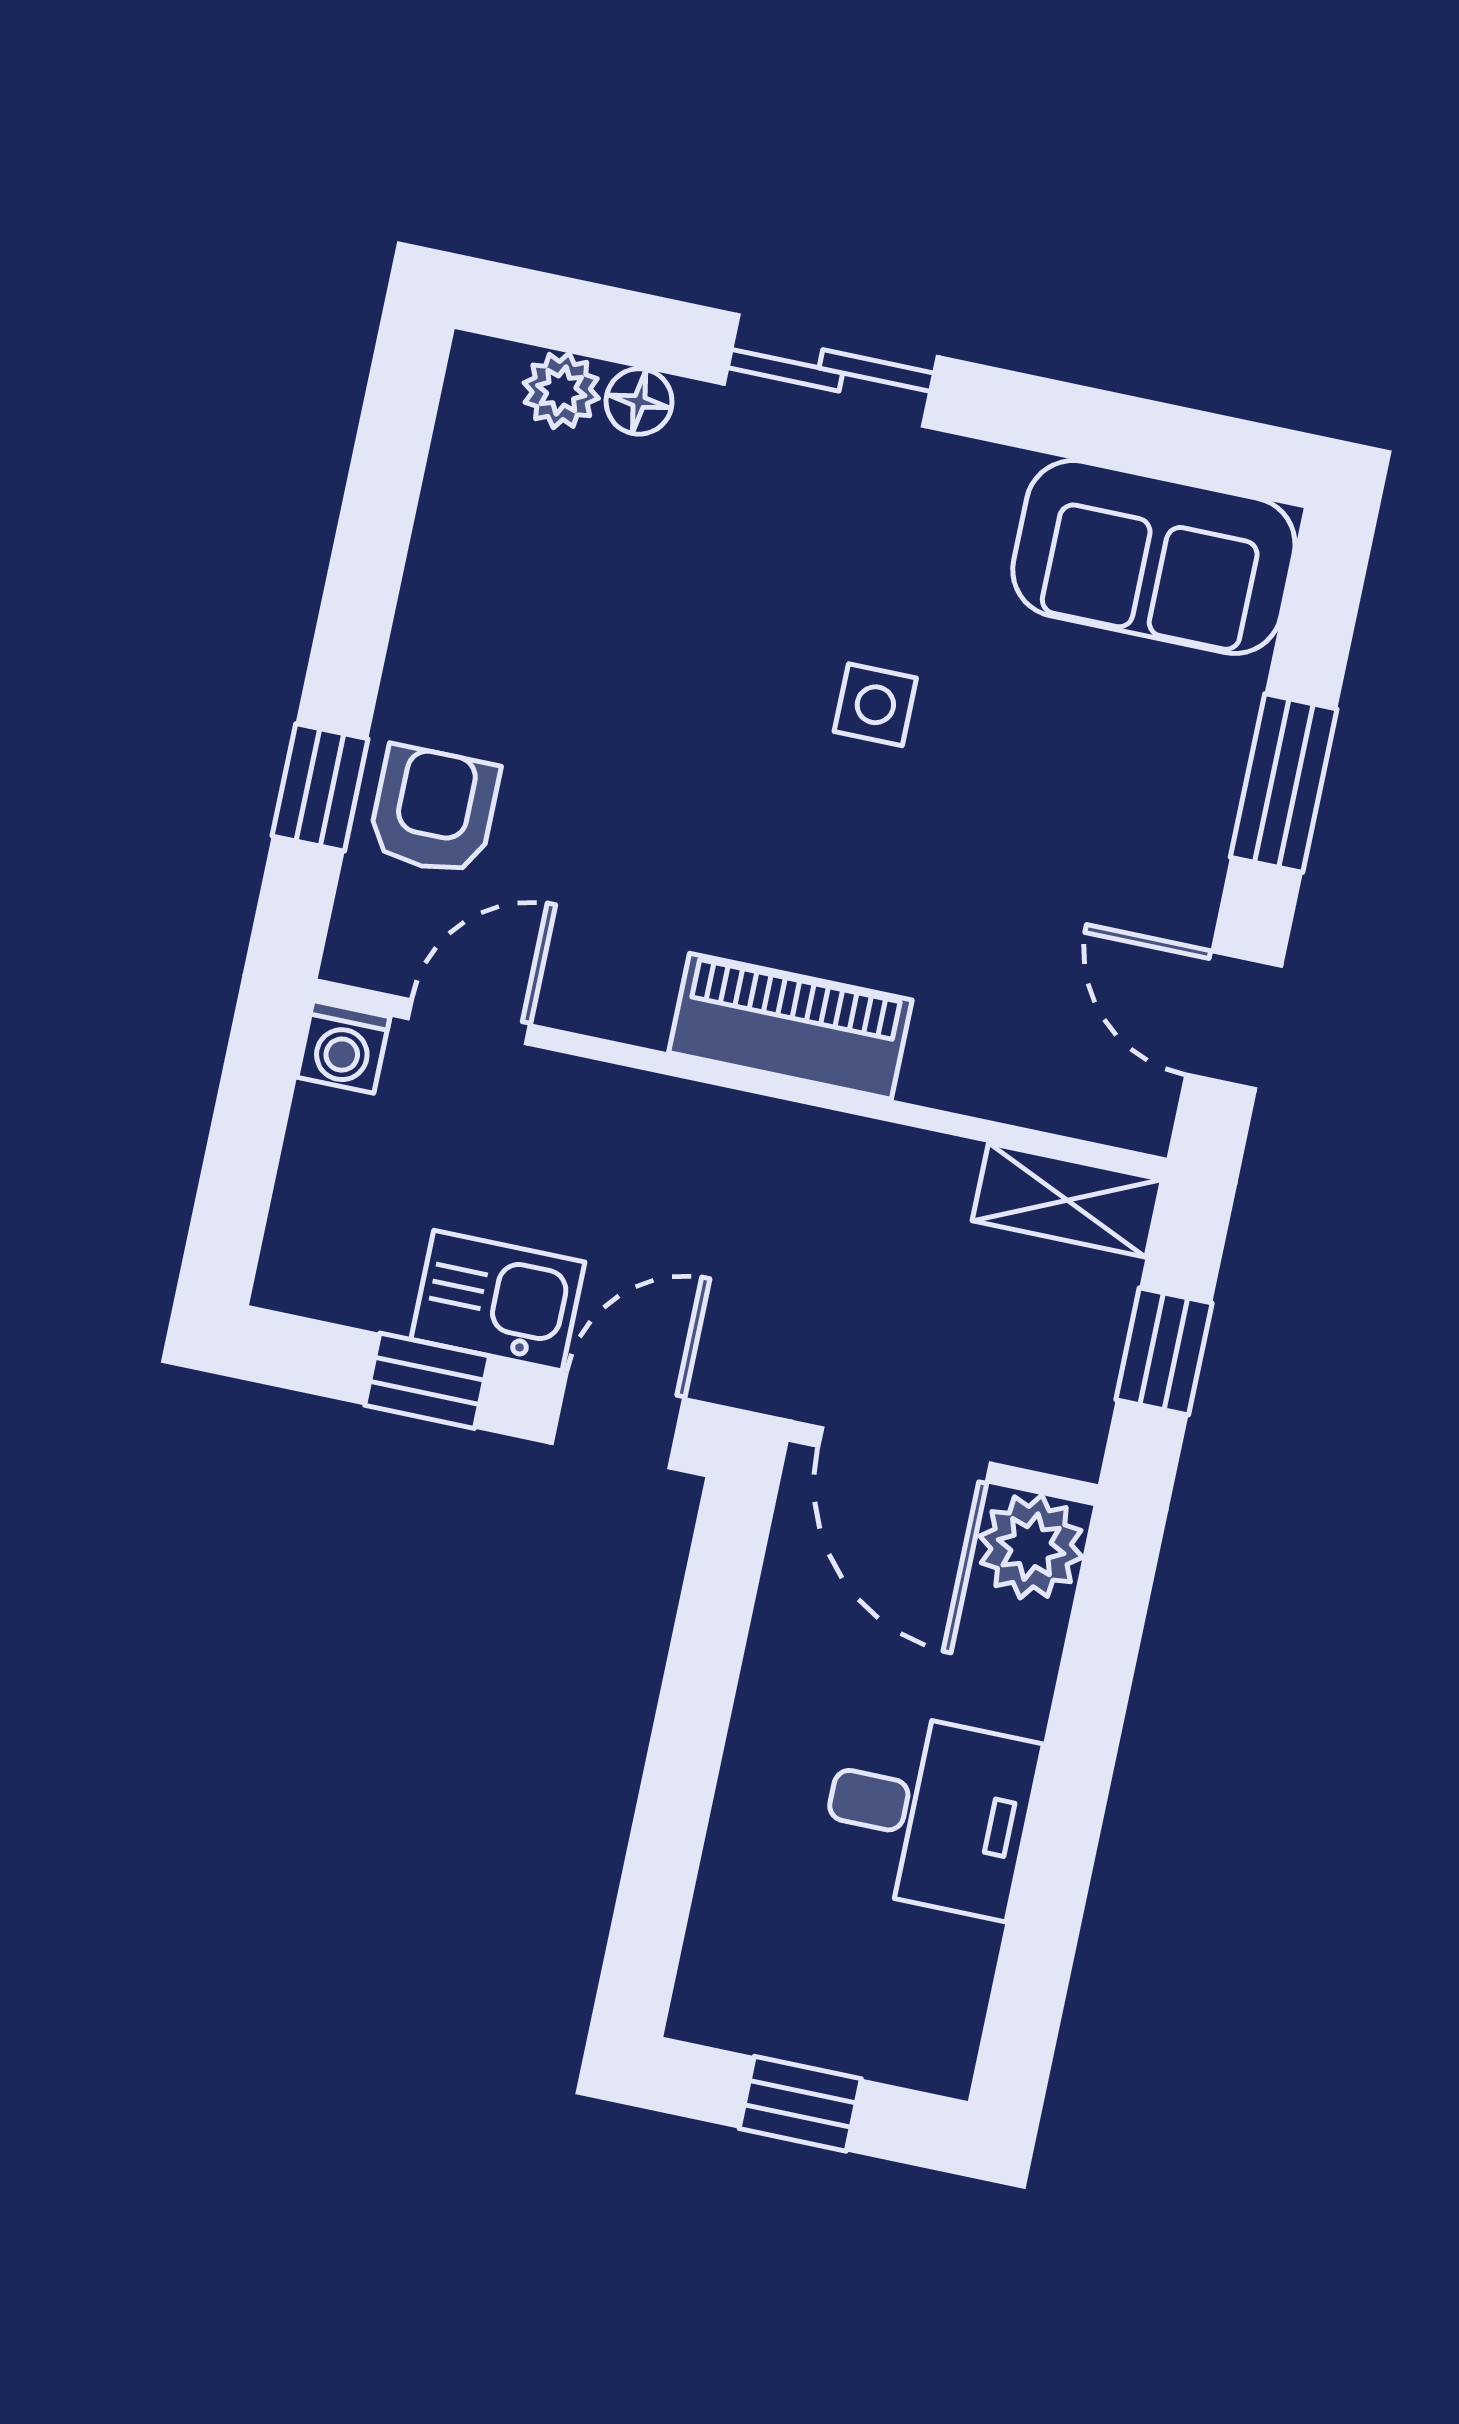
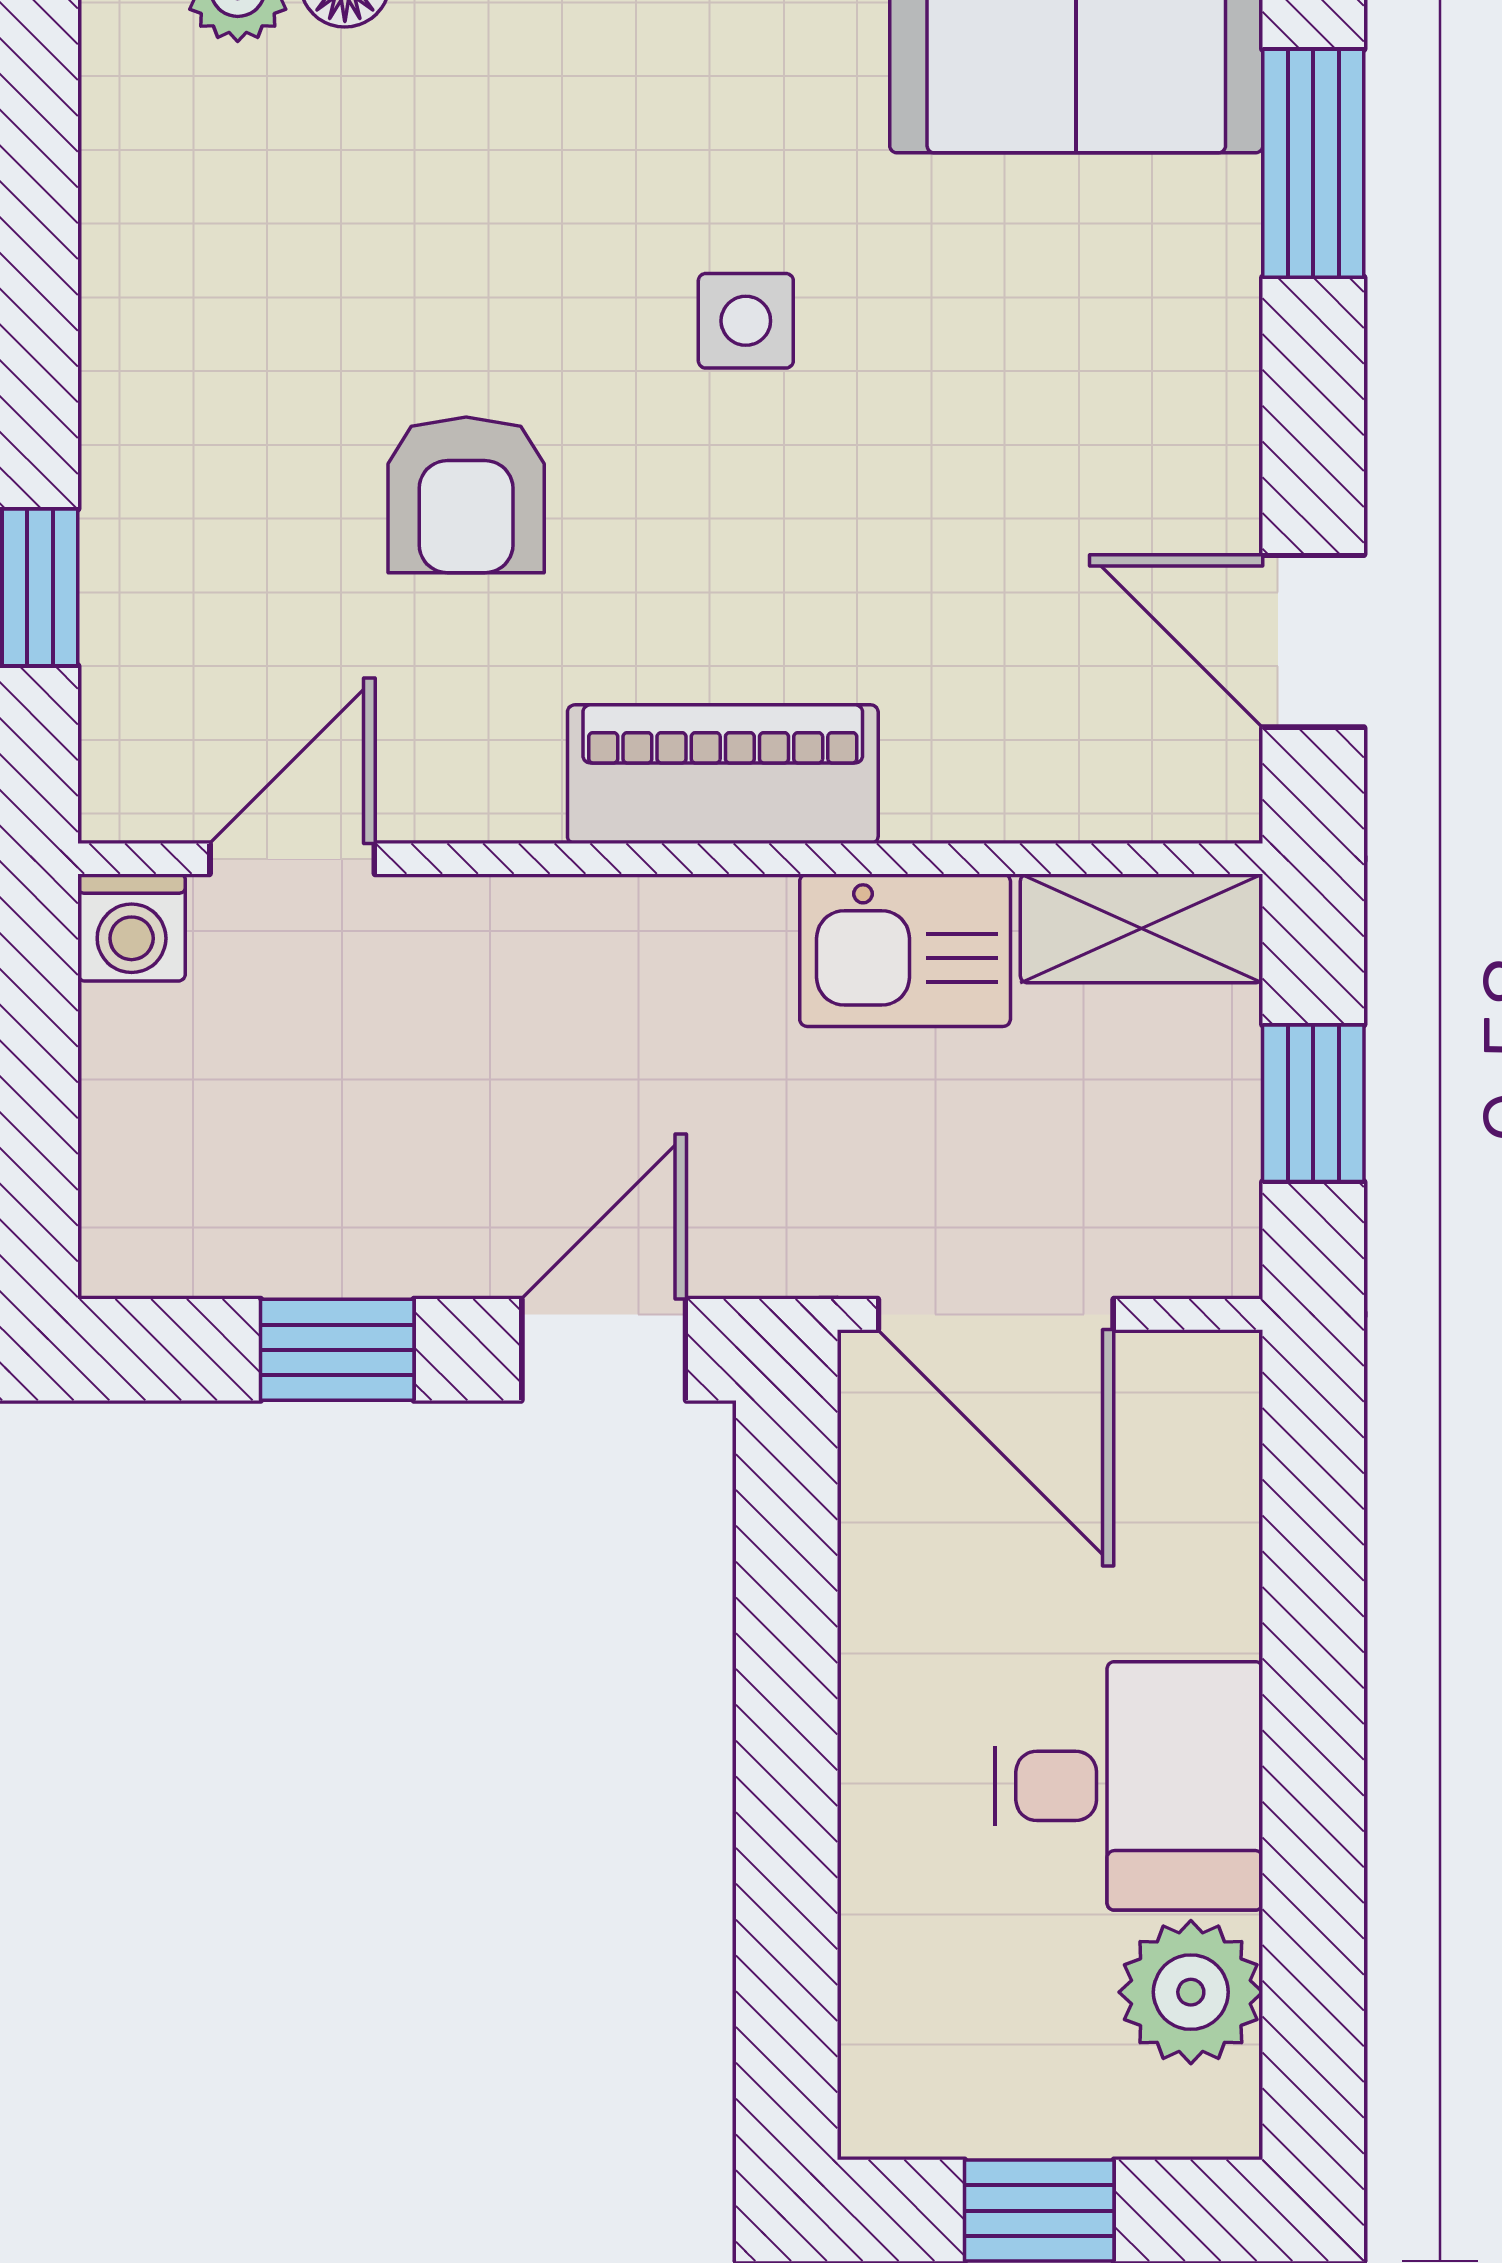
window: (1284, 783) -> (1313, 163), moved
armchair: (434, 810) -> (466, 495), moved, turned 180
kitchen sink: (498, 1301) -> (905, 950), moved, turned 180
plant: (1031, 1547) -> (1191, 1992), moved

